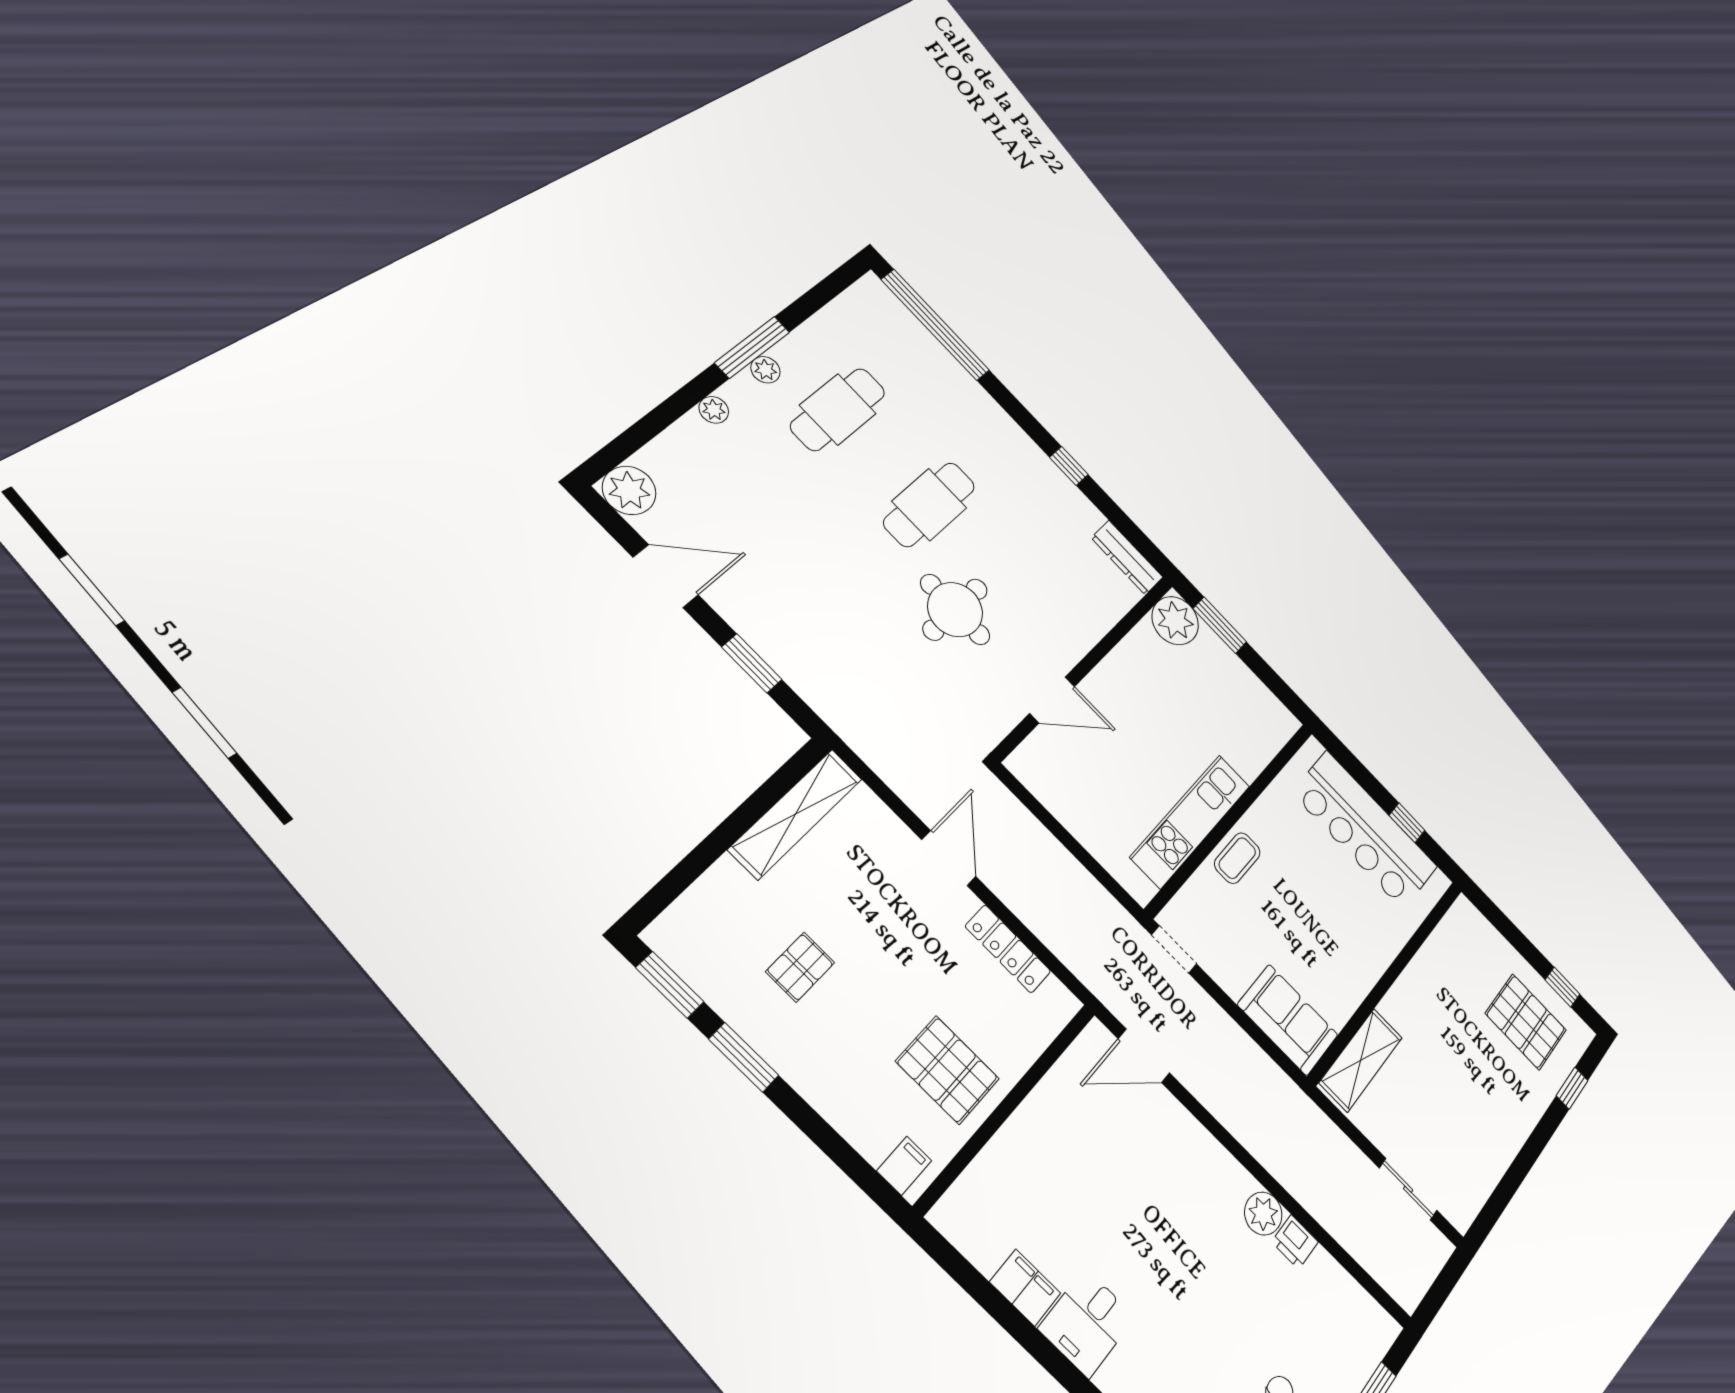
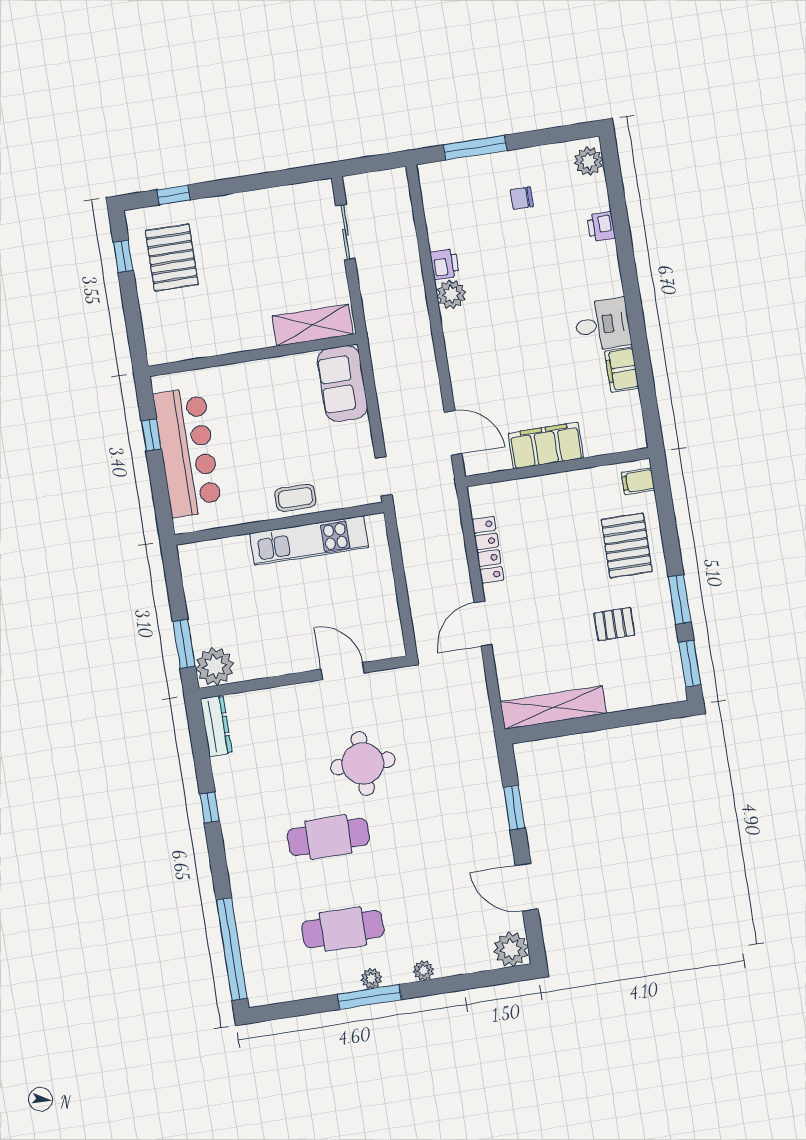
pallet: (948, 1070) -> (627, 546), moved
filing cabinet: (1038, 1123) -> (546, 446), added

